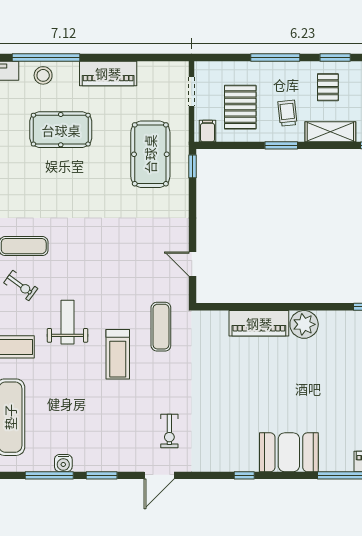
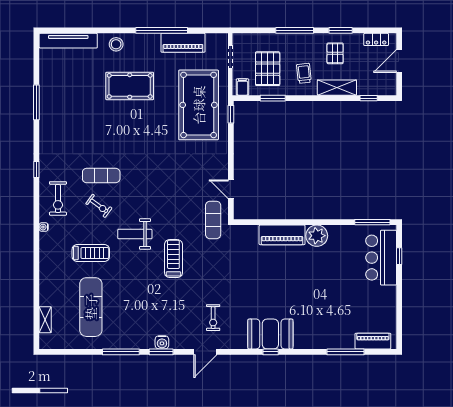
window: (46, 57) -> (162, 30), moved
piano: (108, 73) -> (183, 43), moved
window: (281, 145) -> (273, 98), moved
pool table: (150, 154) -> (199, 105), width x1.36, depth x1.32
weight bench: (67, 322) -> (135, 234), turned -90
exercise mat: (161, 327) -> (213, 220), moved
treadmill: (118, 354) -> (173, 259), turned 180
booth: (289, 452) -> (270, 334), moved
water cooler: (63, 463) -> (162, 342), moved

